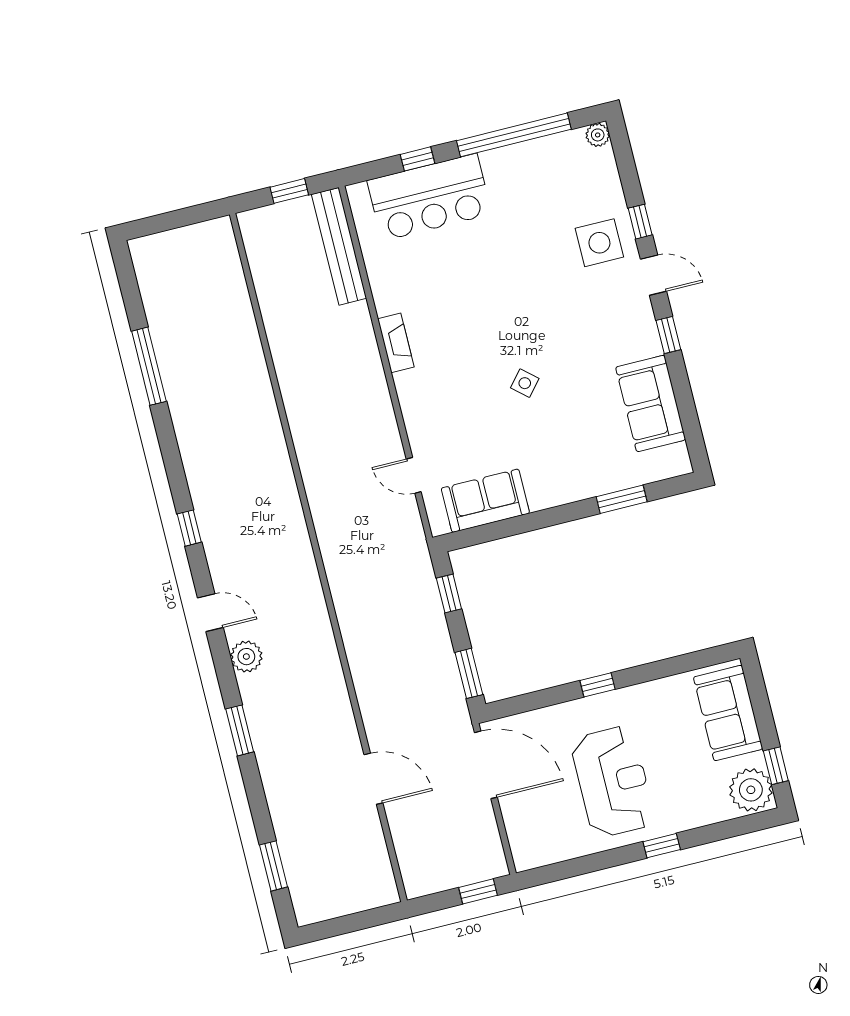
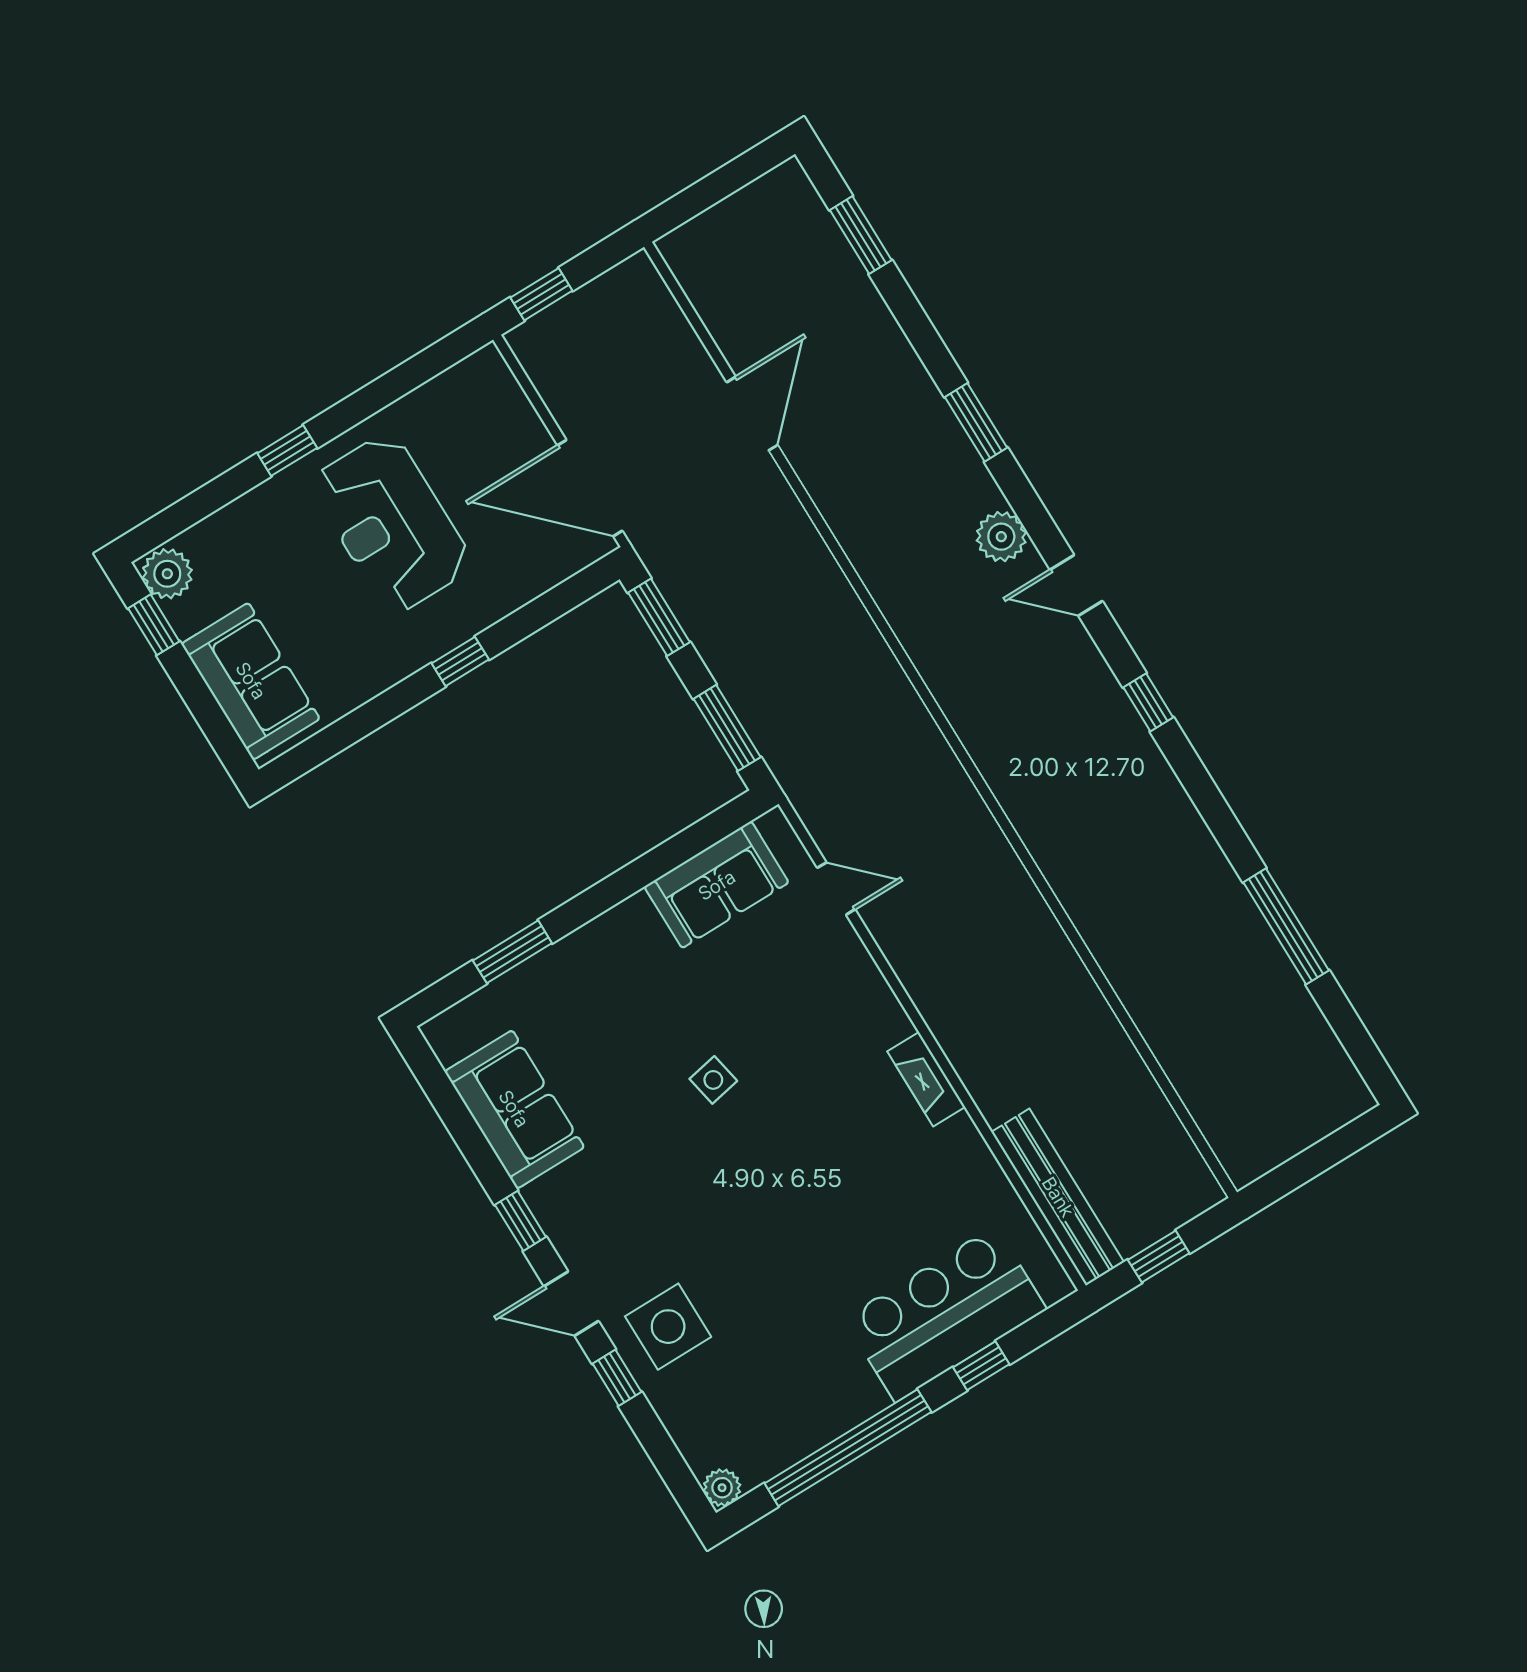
side table: (525, 383) -> (713, 1080), turned 38
window: (449, 593) -> (727, 728), width x1.50
door: (373, 779) -> (752, 414), swing flipped
plant: (751, 790) -> (167, 574), width x0.73, depth x0.73

